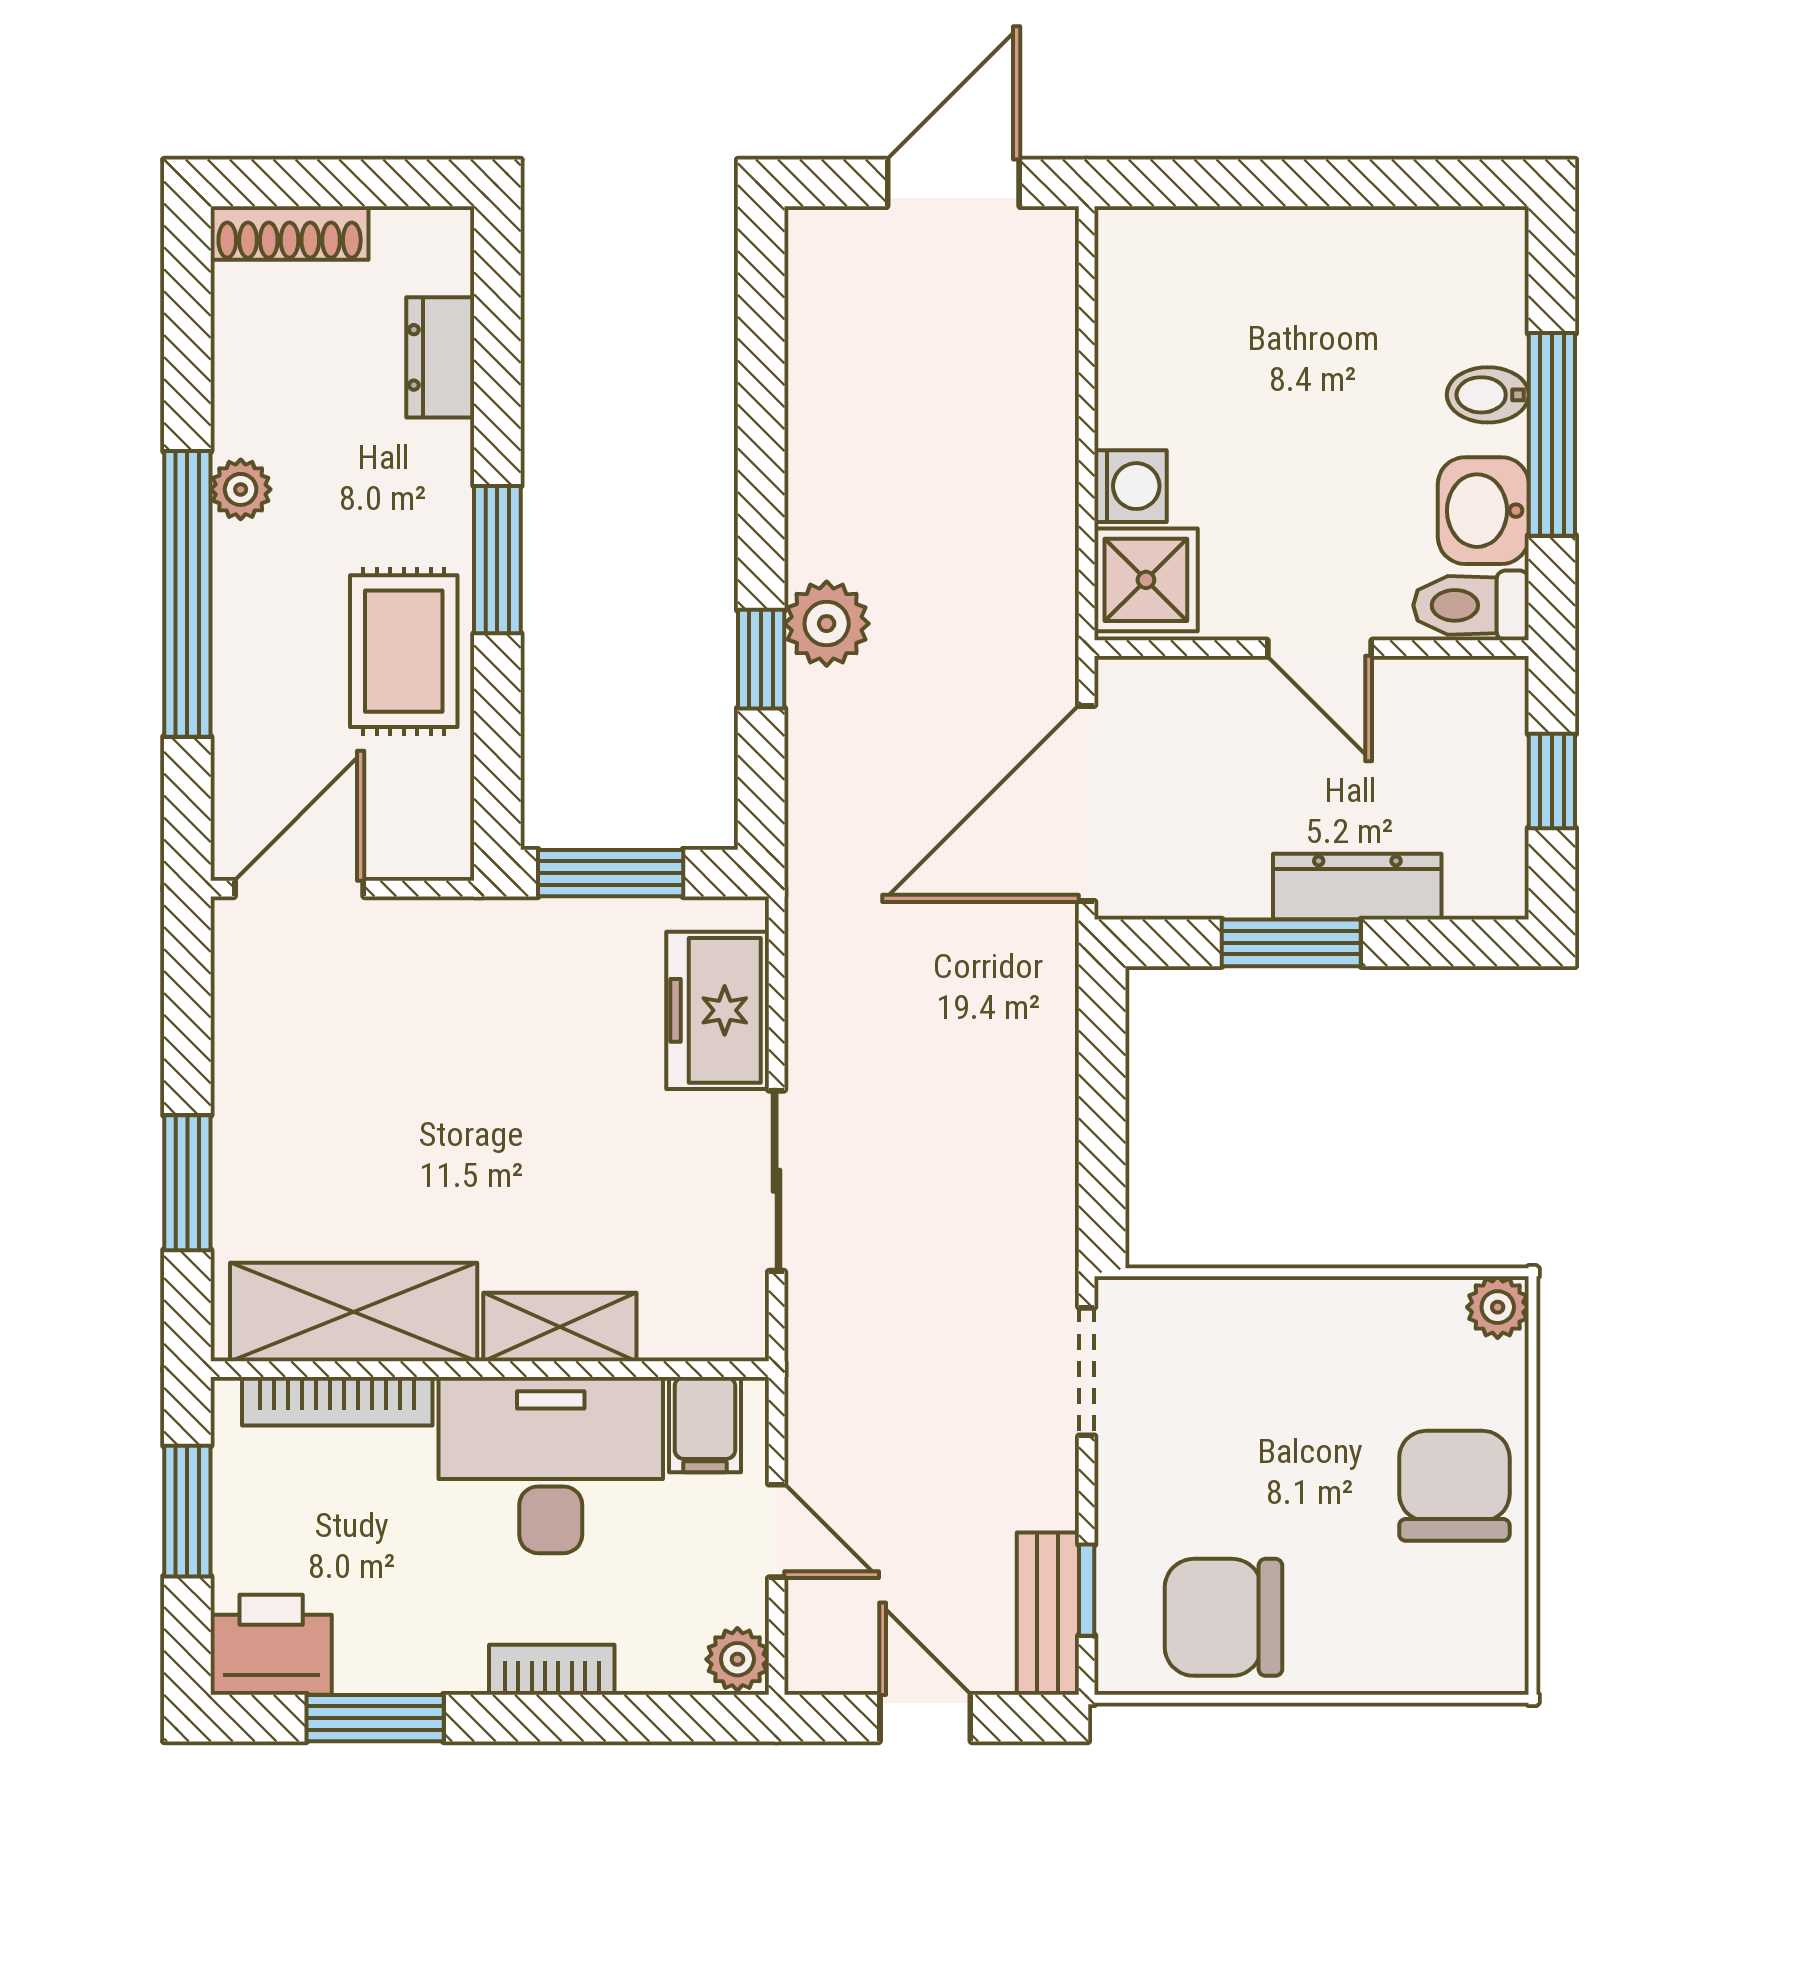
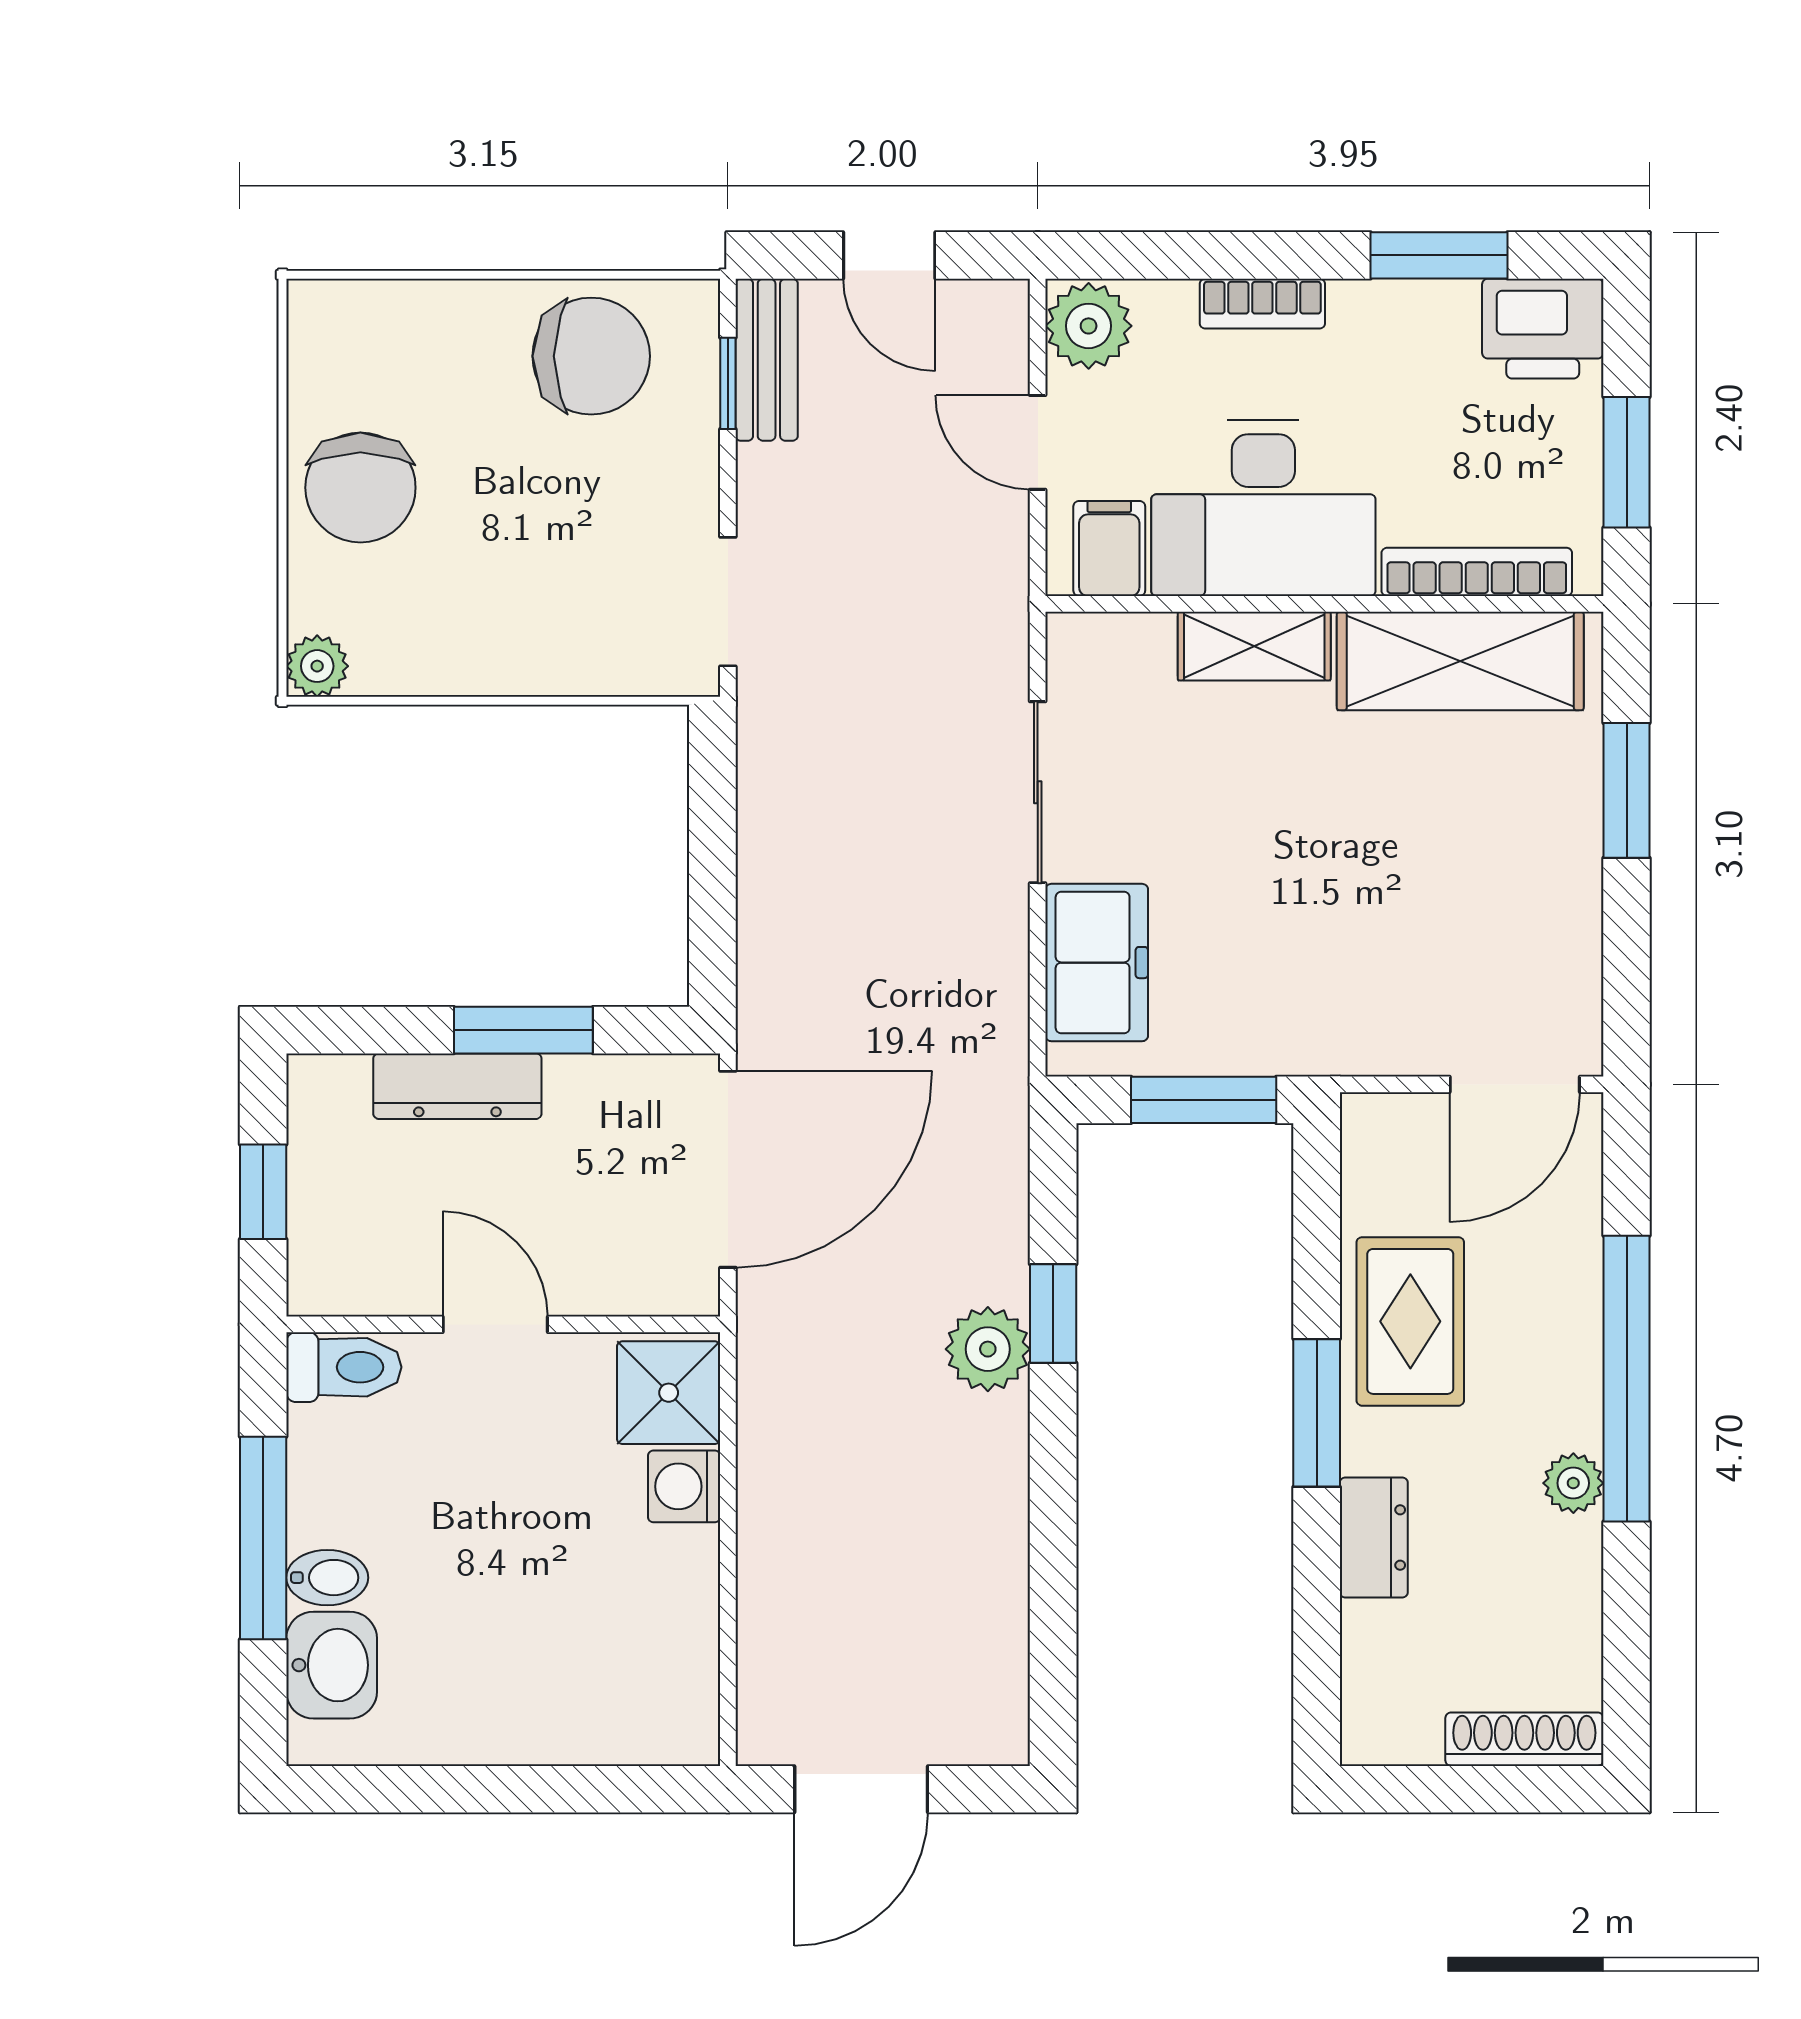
dresser: (440, 357) -> (1374, 1537), moved
washbasin: (1483, 511) -> (332, 1665), moved
plant: (737, 1659) -> (1089, 326), width x1.38, depth x1.38

